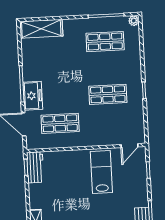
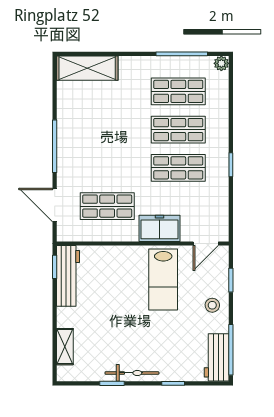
shop shelf: (106, 68) -> (178, 130), added
freezer: (33, 96) -> (159, 228), moved, turned -90
workbench: (35, 167) -> (68, 276), width x1.38
lab bench: (101, 172) -> (163, 279), turned 180
stool: (136, 188) -> (212, 305), added

